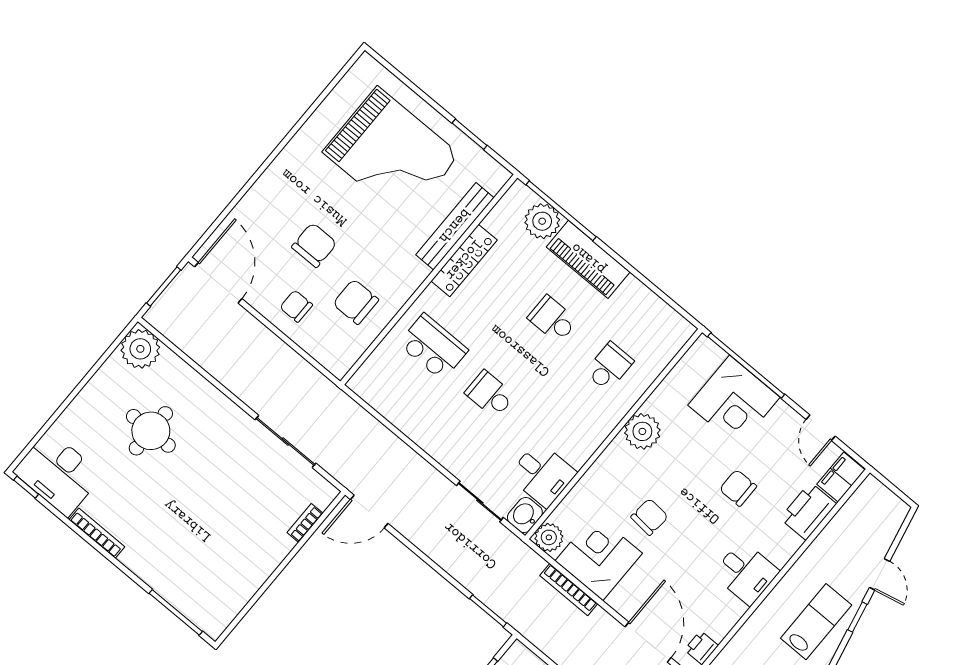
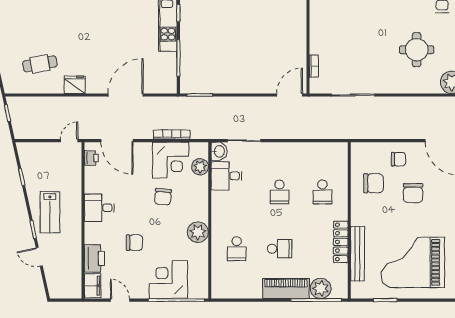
school desk: (433, 347) -> (322, 192), width x0.54
school desk: (490, 394) -> (279, 192), turned 90
plant: (549, 537) -> (200, 167), moved

